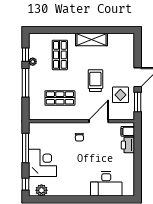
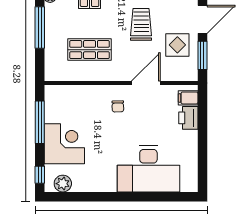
desk: (106, 184) -> (148, 169), width x1.36, depth x1.30

